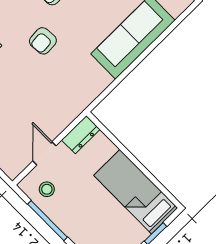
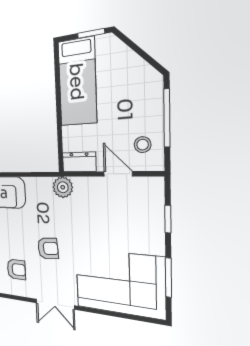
plant: (76, 103) -> (63, 187), added
door: (44, 153) -> (118, 174), swing flipped

